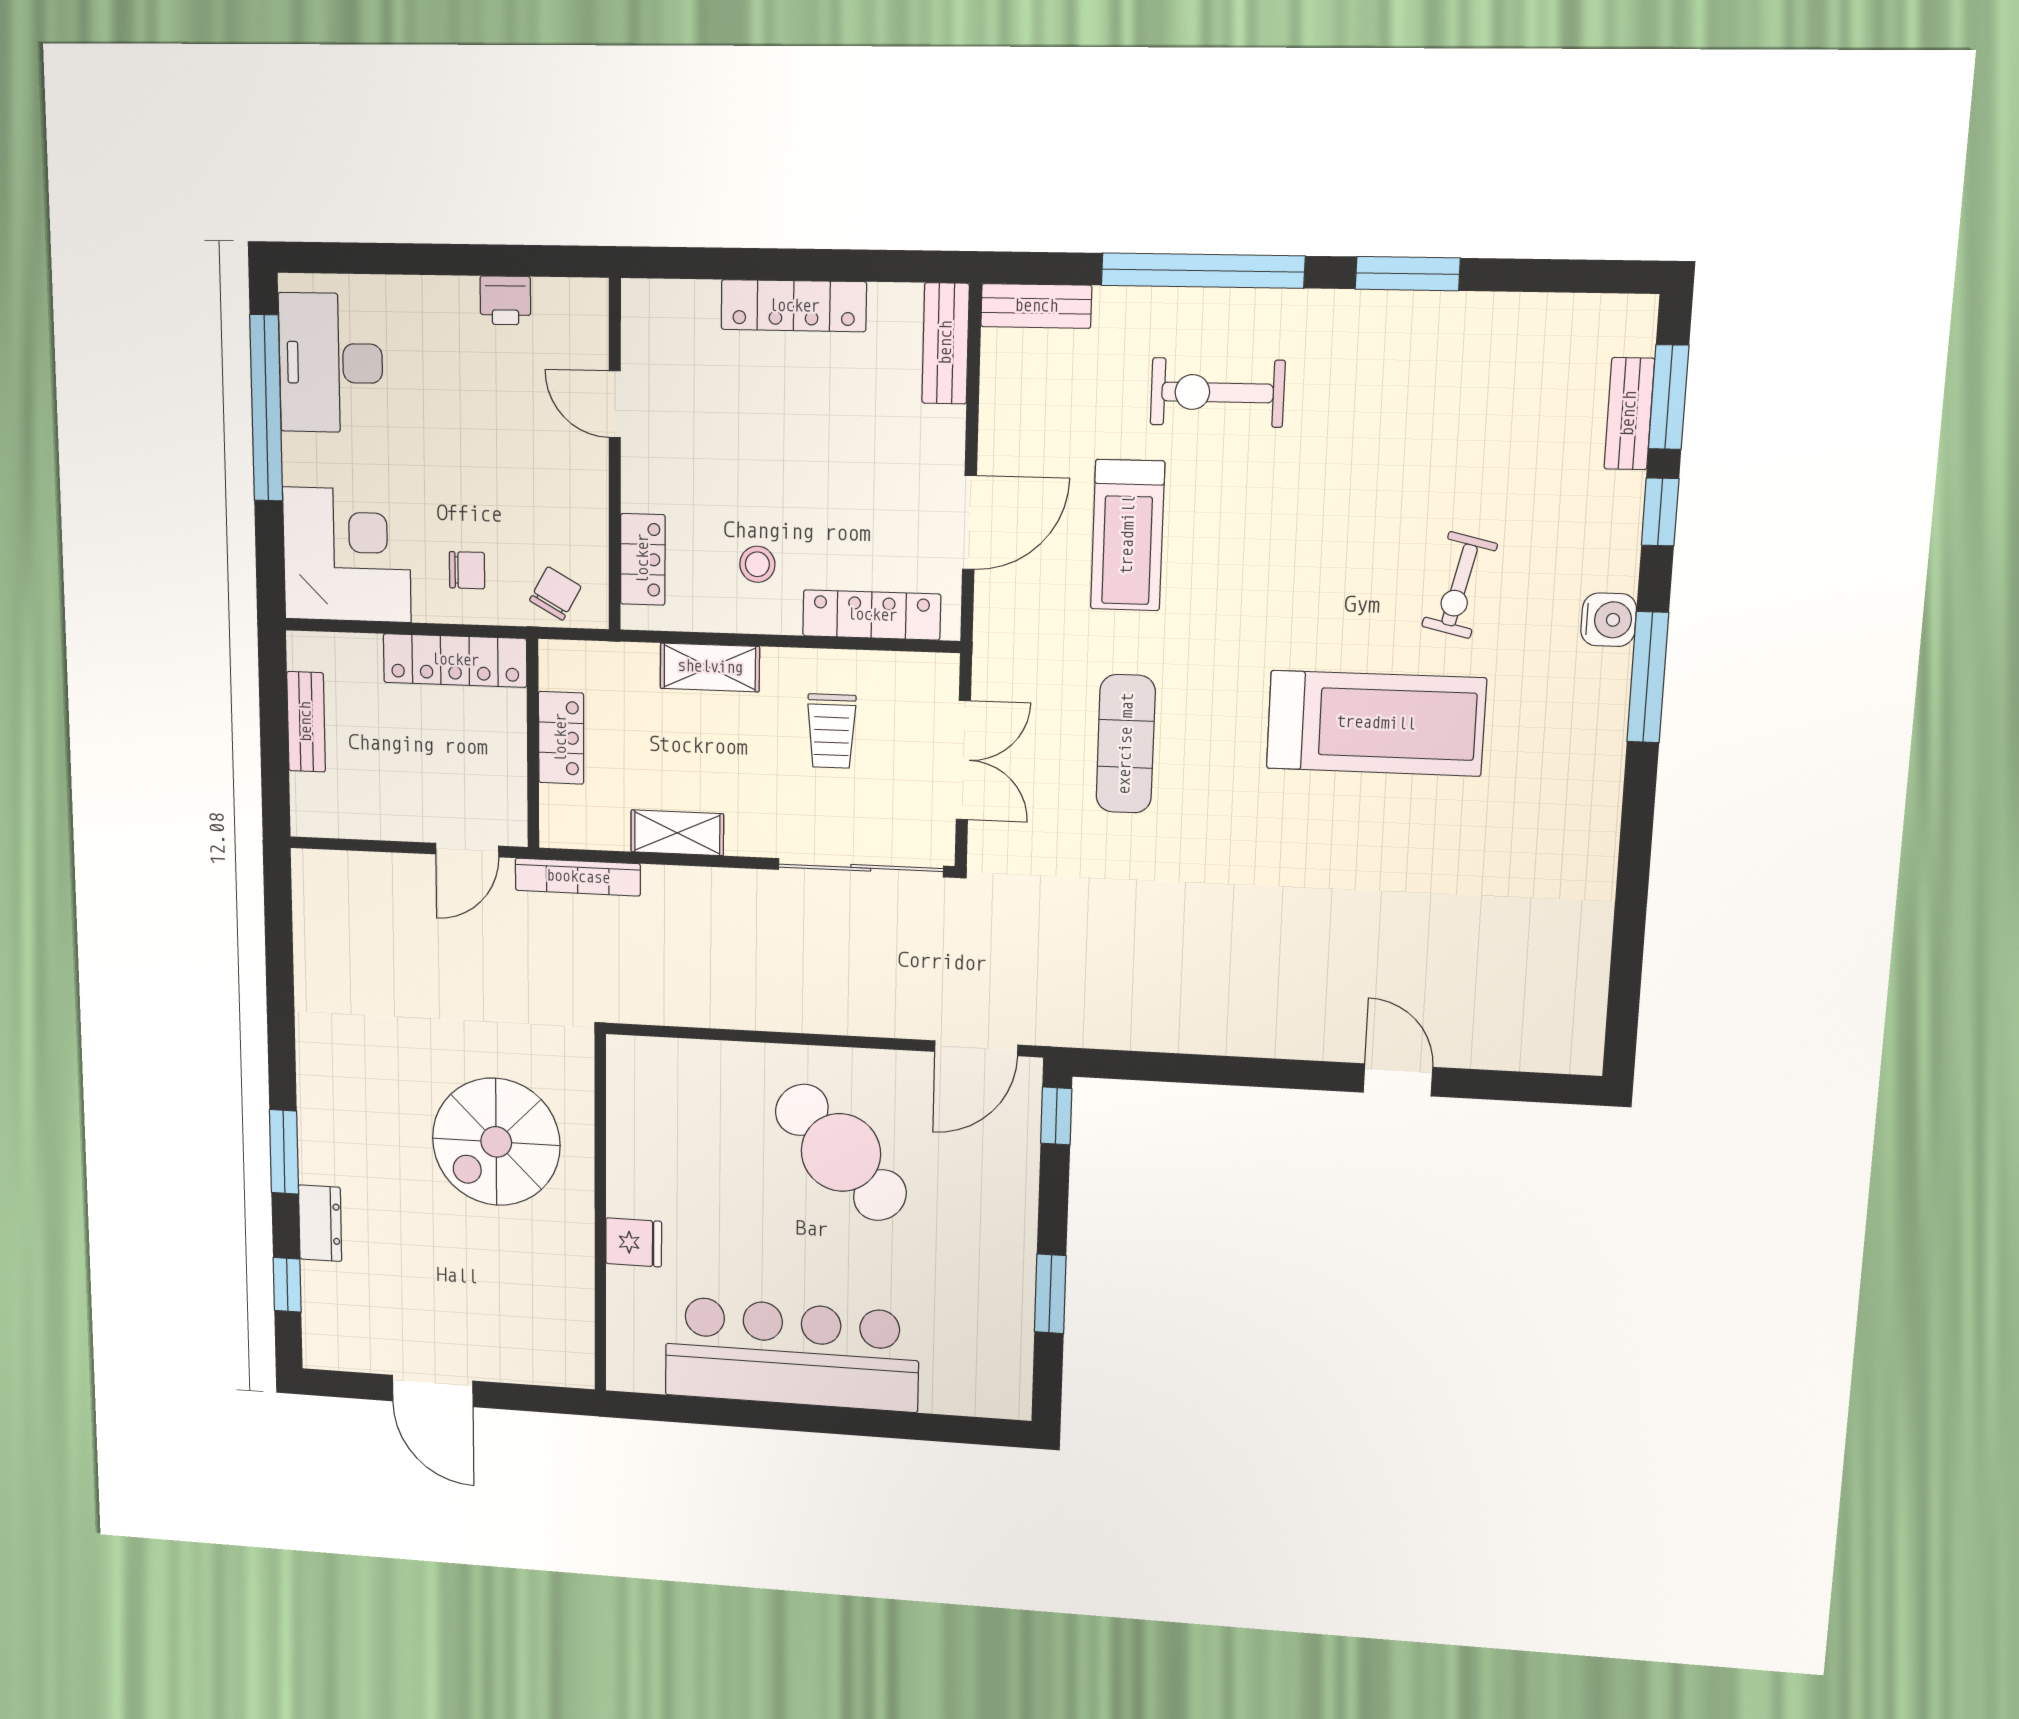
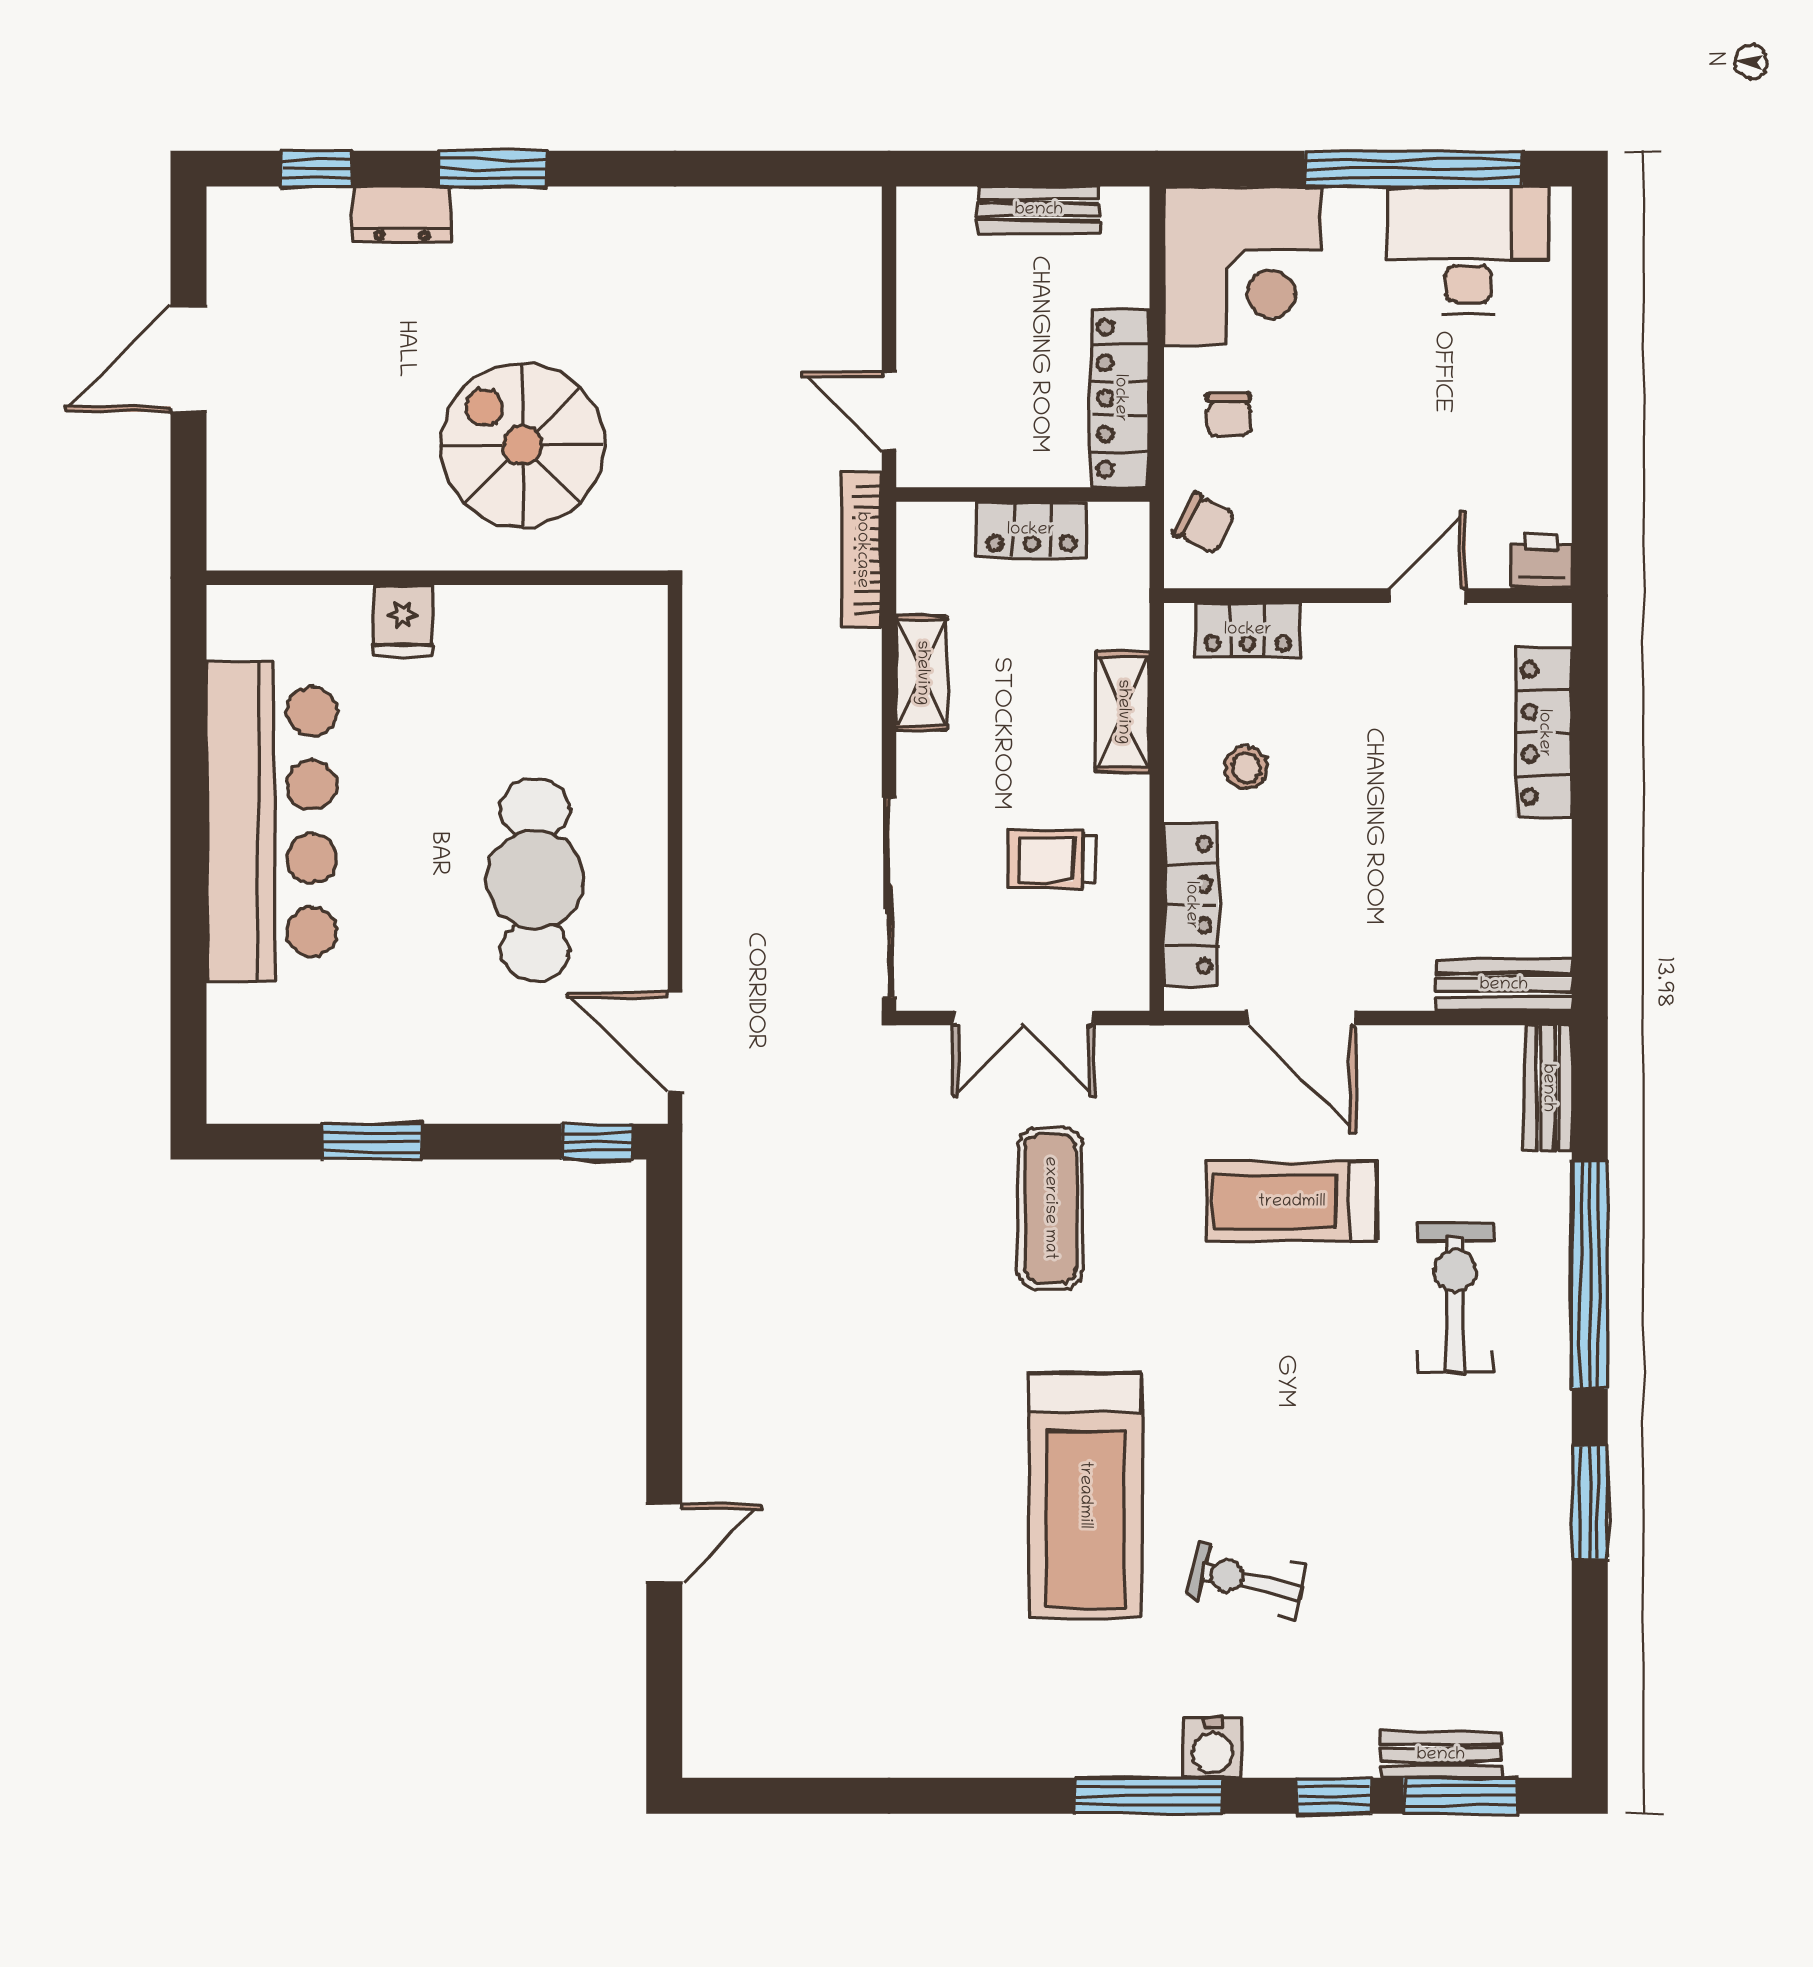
printer: (505, 300) -> (1541, 561), moved, turned 90
locker: (794, 306) -> (1544, 733), moved
exercise mat: (1126, 744) -> (1050, 1208), turned 90
cafe table: (841, 1152) -> (535, 880), turned -46

